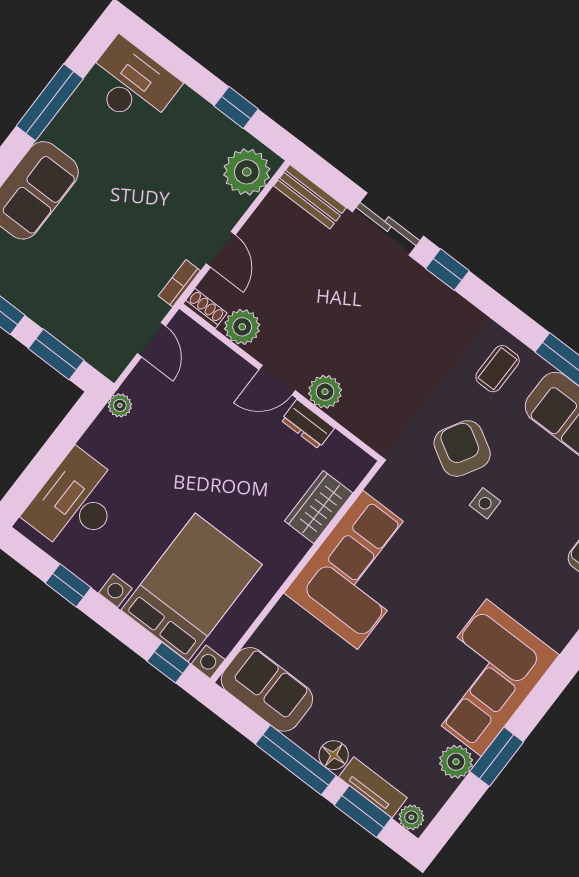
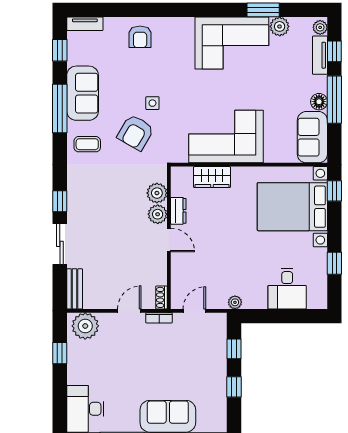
plant: (242, 327) -> (157, 193), moved
window: (56, 354) -> (234, 349), width x0.67
desk: (76, 502) -> (287, 289), width x0.73
floor lamp: (334, 755) -> (319, 102), moved
window: (363, 811) -> (334, 51), width x0.67

